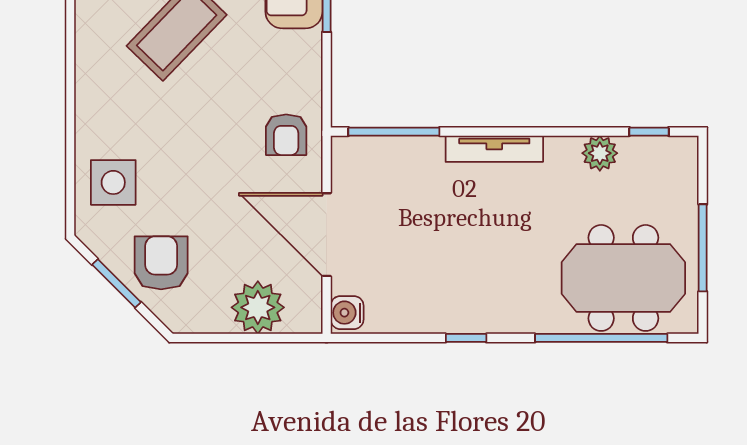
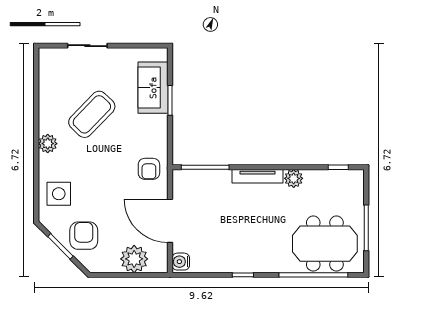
plant: (92, 86) -> (48, 144), added
plant: (600, 153) -> (294, 178), moved

